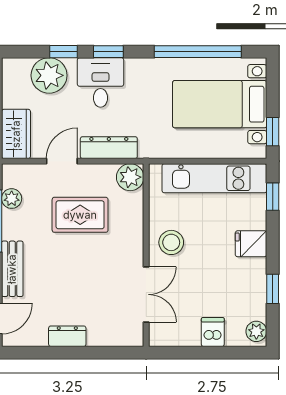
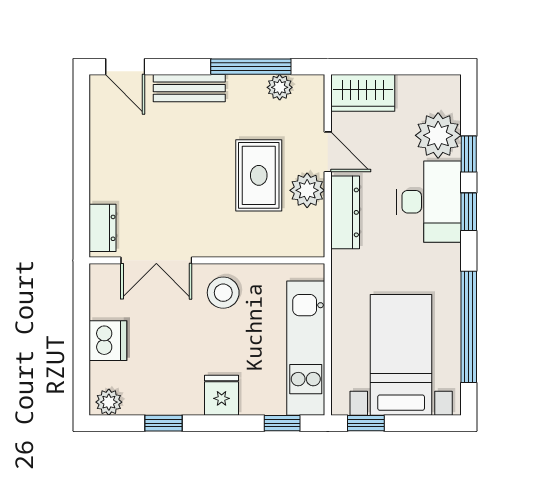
desk: (100, 82) -> (429, 202), width x1.37
plant: (130, 177) -> (307, 190), moved
dishwasher: (213, 332) -> (108, 341), width x1.38
dresser: (67, 336) -> (103, 228), moved

